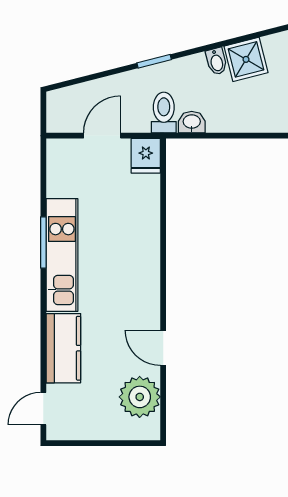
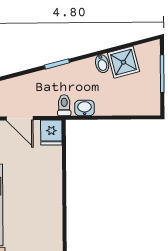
toilet: (164, 113) -> (64, 105), width x0.73, depth x0.72
door: (102, 136) -> (20, 118), swing flipped

